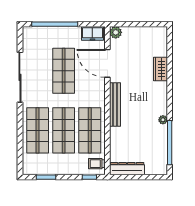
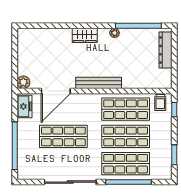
wardrobe: (161, 69) -> (85, 35), moved
window: (20, 133) -> (129, 182), added
dresser: (127, 169) -> (166, 50), moved

